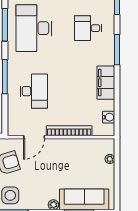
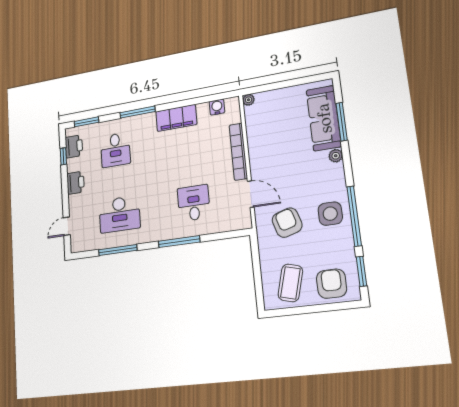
desk: (34, 28) -> (119, 214), width x0.73, depth x0.77
desk: (34, 91) -> (194, 203), width x0.73
plant: (110, 159) -> (248, 100), moved

